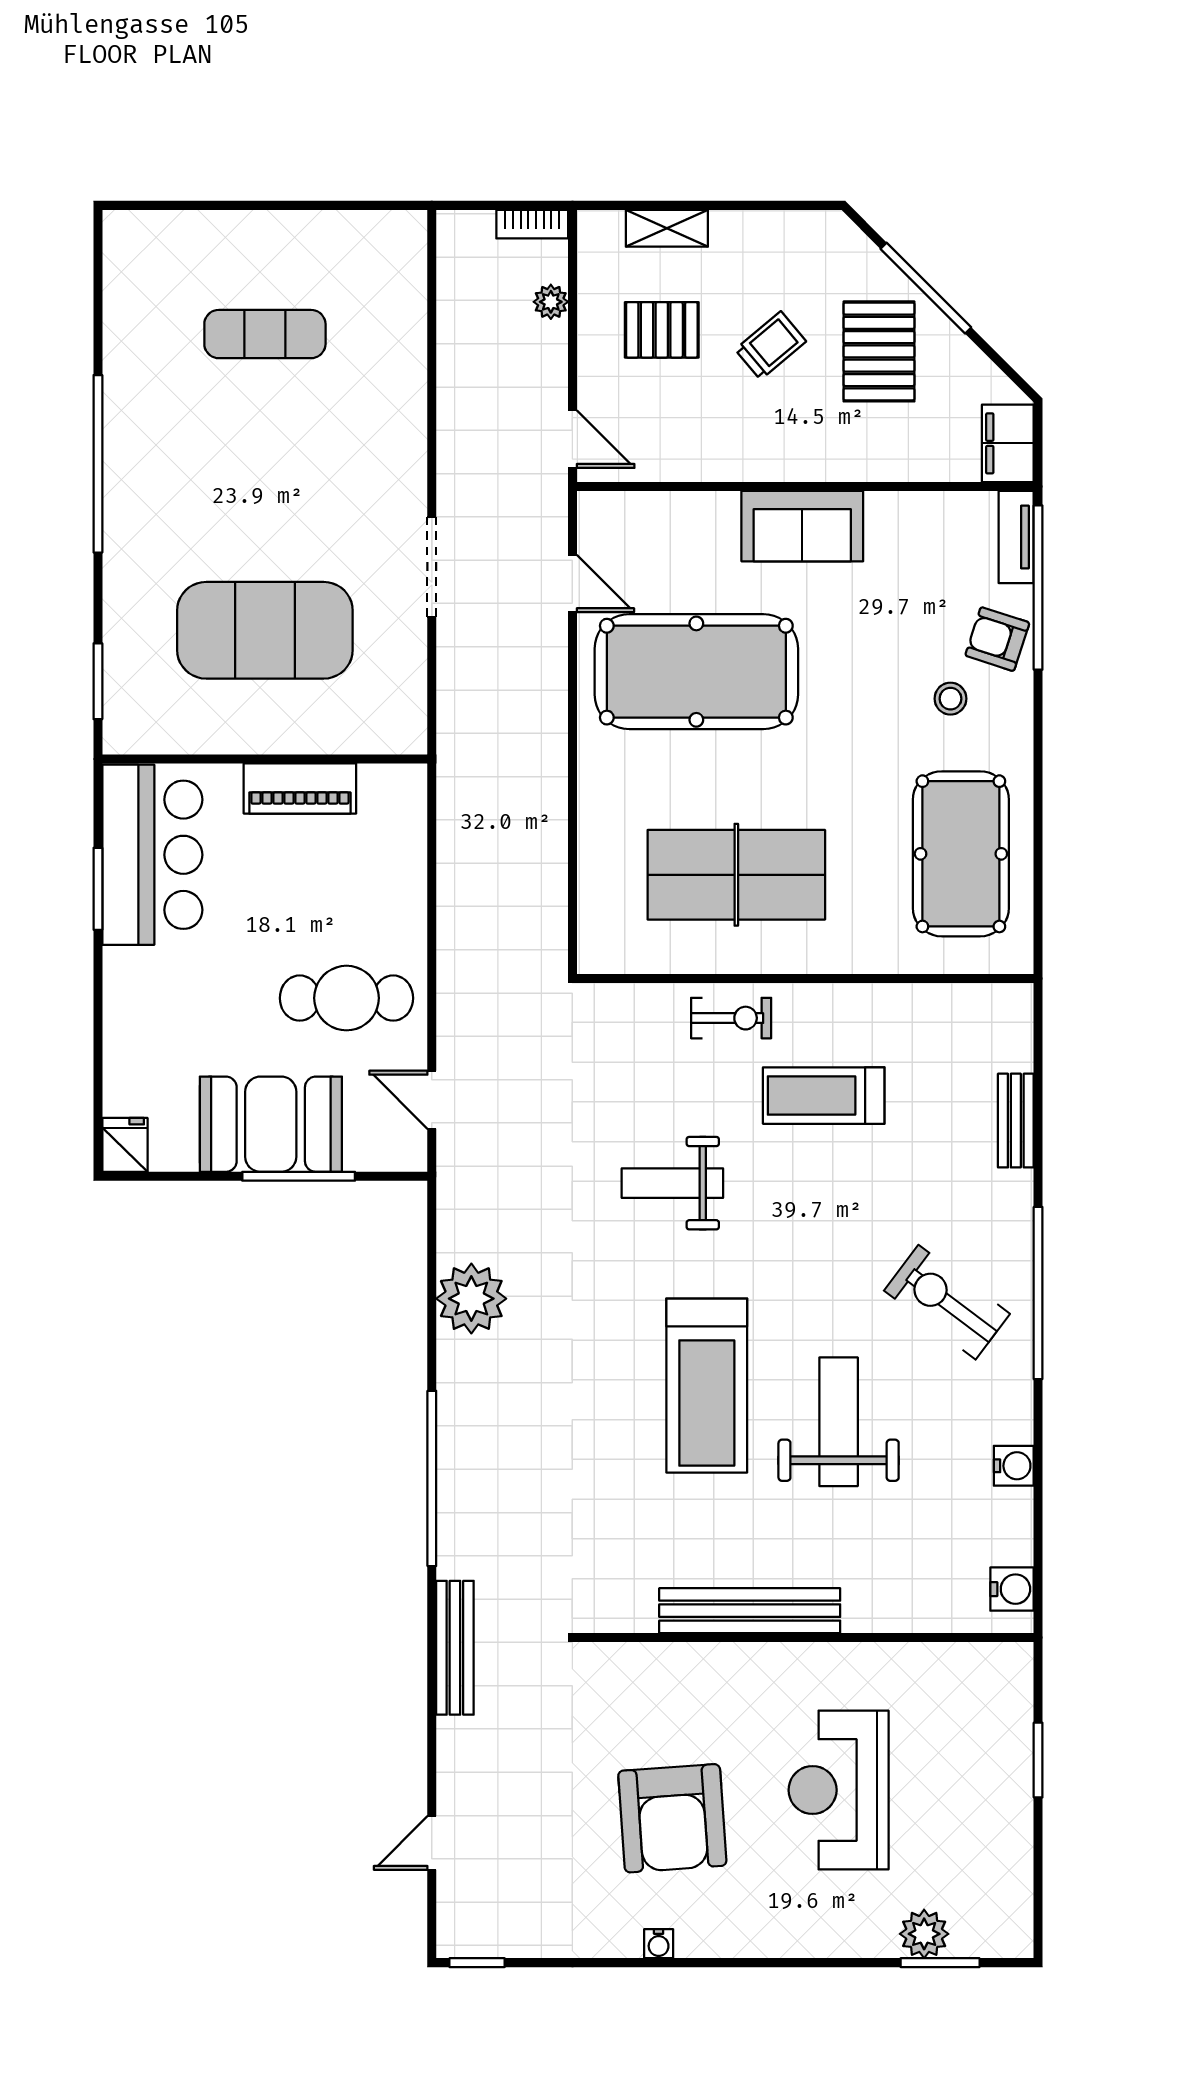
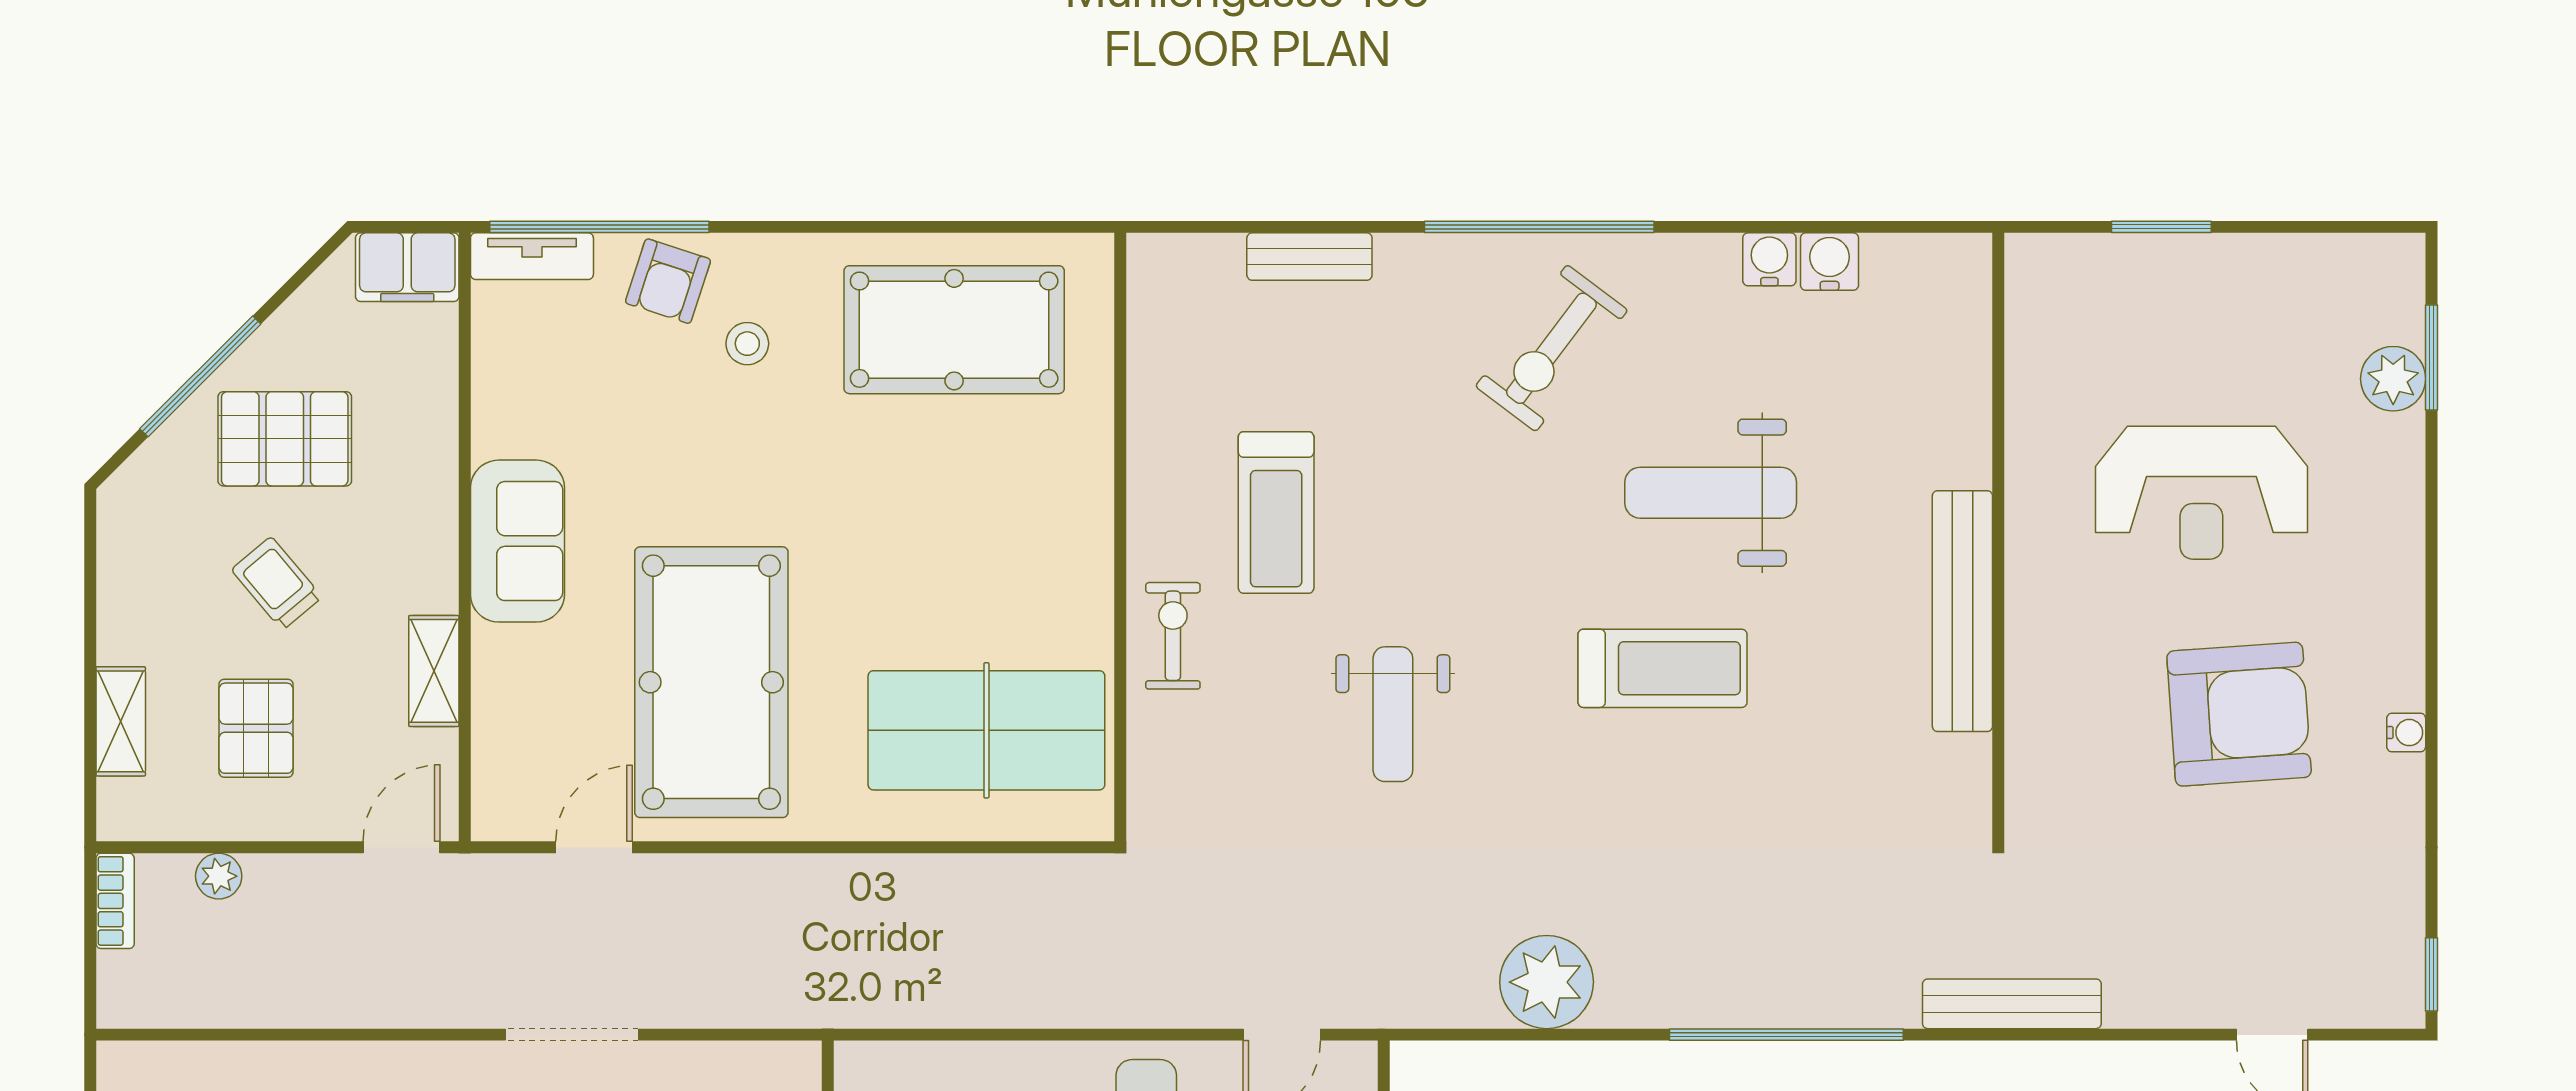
shelving: (705, 463) -> (434, 671), added
table tennis table: (736, 875) -> (986, 730), moved, turned 90
treadmill: (707, 1386) -> (1663, 668), width x0.73, depth x0.73
water cooler: (1012, 1589) -> (1830, 262), moved

